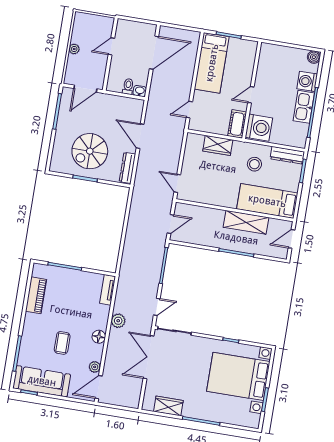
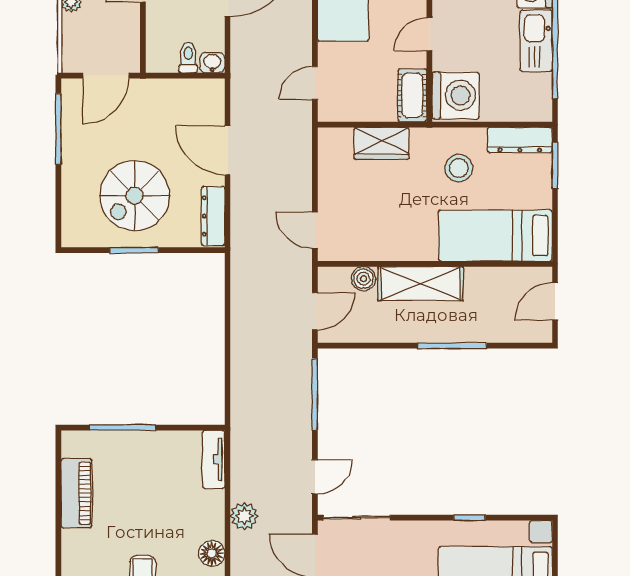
boiler: (198, 212) -> (363, 279), added
shelving: (246, 222) -> (420, 284), moved

